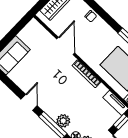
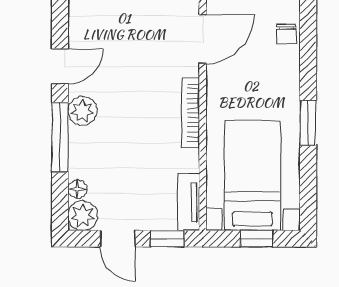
plant: (63, 121) -> (82, 111), moved

